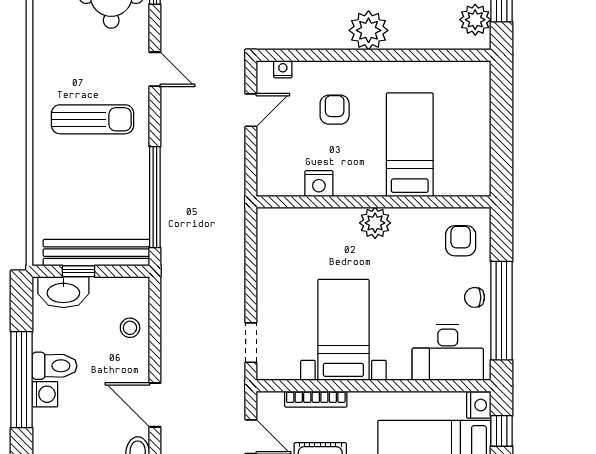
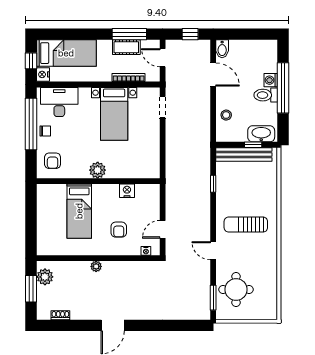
plant: (369, 30) -> (96, 266), width x0.53, depth x0.53
window: (155, 197) -> (213, 184), width x0.32

